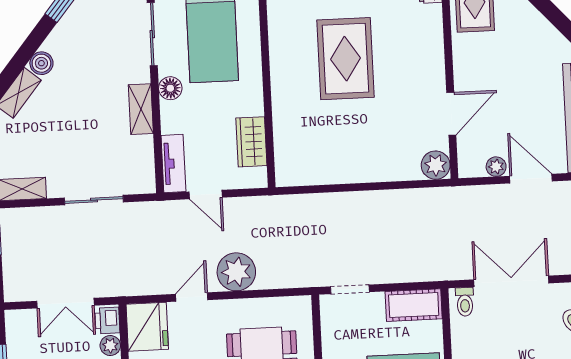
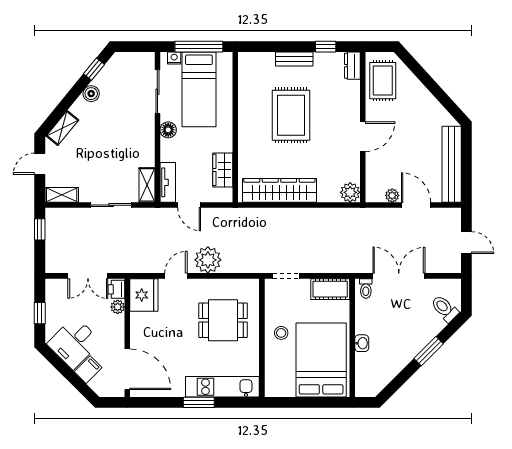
boiler: (41, 63) -> (91, 94), moved
shelving: (141, 109) -> (147, 185), moved
door: (451, 114) -> (363, 137), moved
wardrobe: (334, 167) -> (279, 190), added

